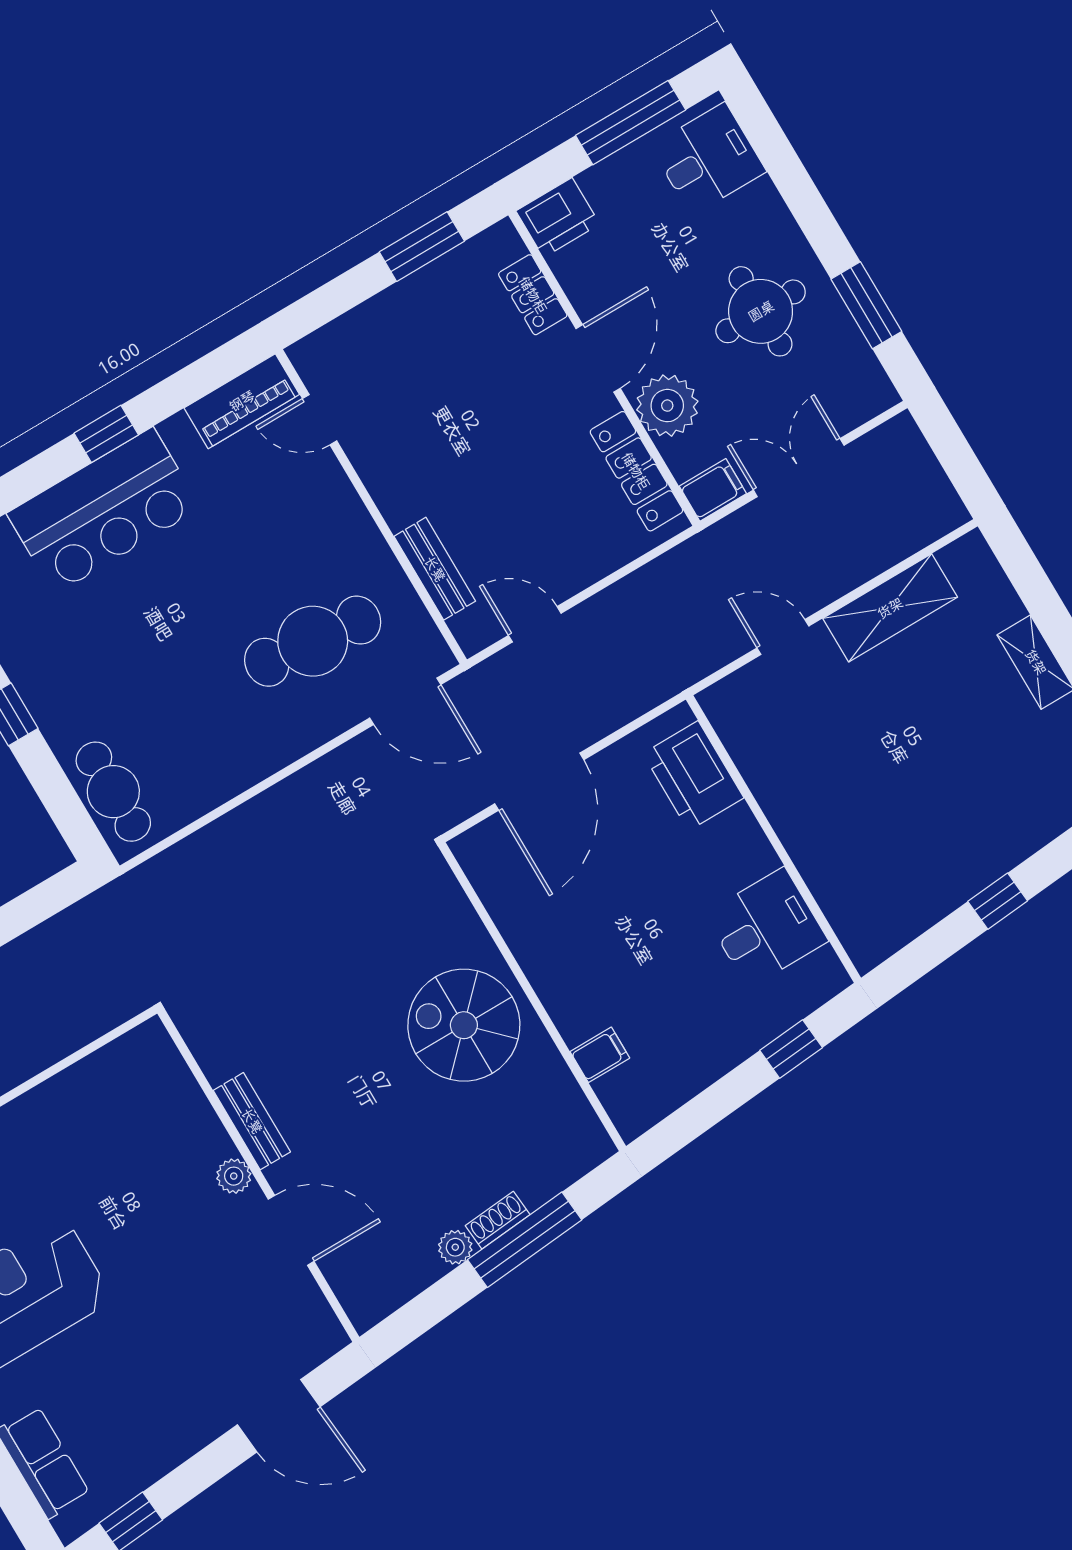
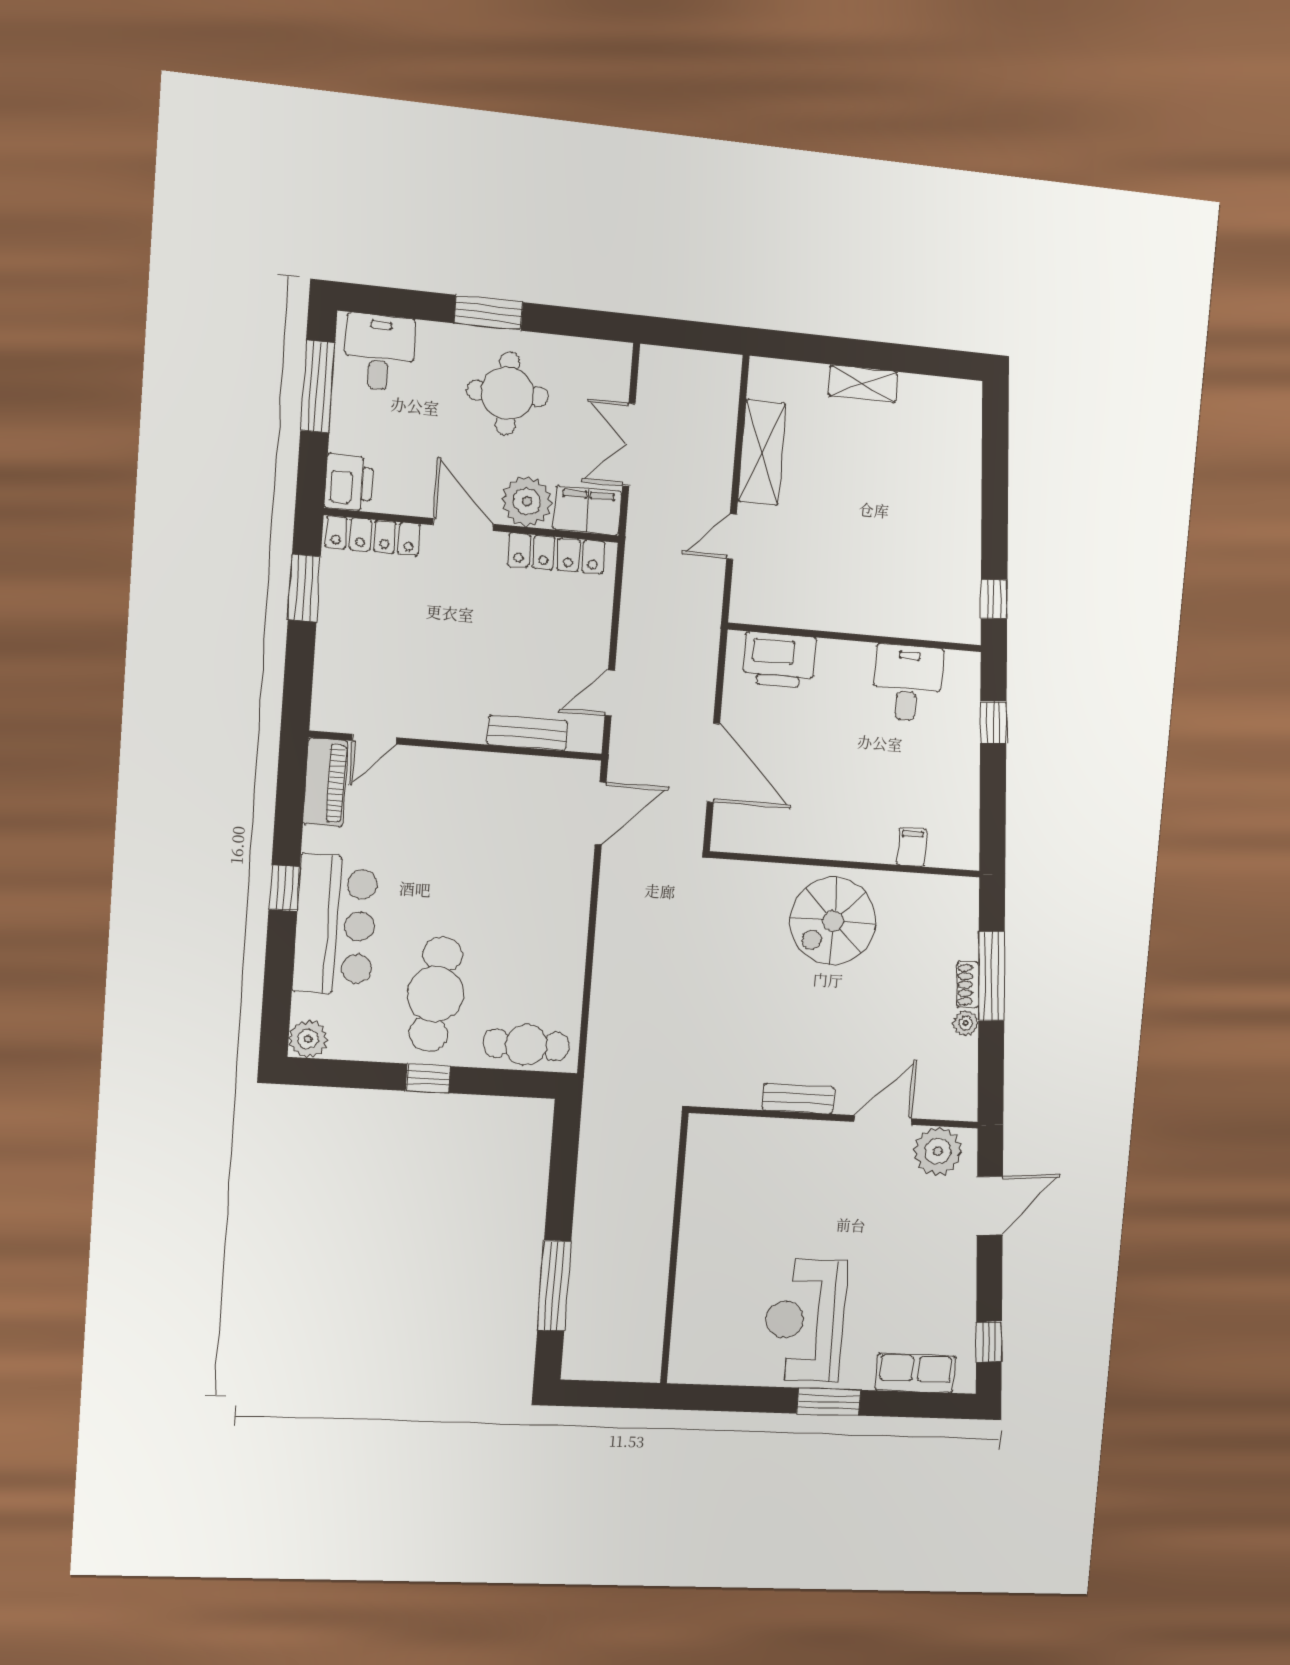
locker: (533, 295) -> (373, 536), width x1.53
window: (866, 305) -> (488, 313), moved
filing cabinet: (713, 490) -> (587, 511), width x2.00
cafe table: (313, 641) -> (436, 994), moved
window: (998, 901) -> (994, 599), moved
plant: (234, 1176) -> (938, 1151), moved, width x1.87, depth x1.87

